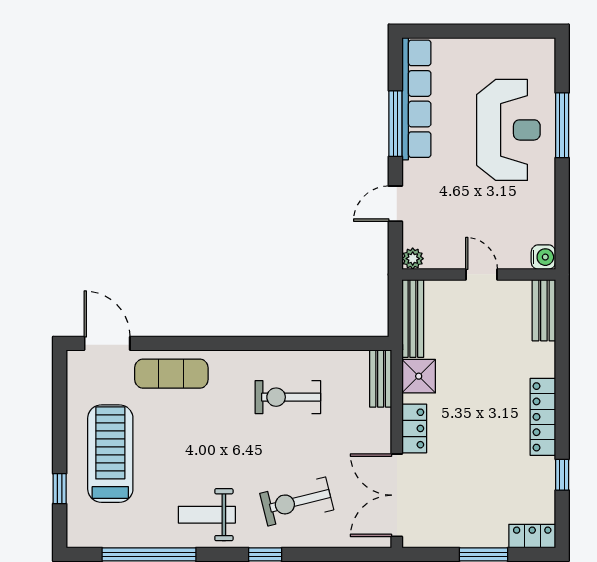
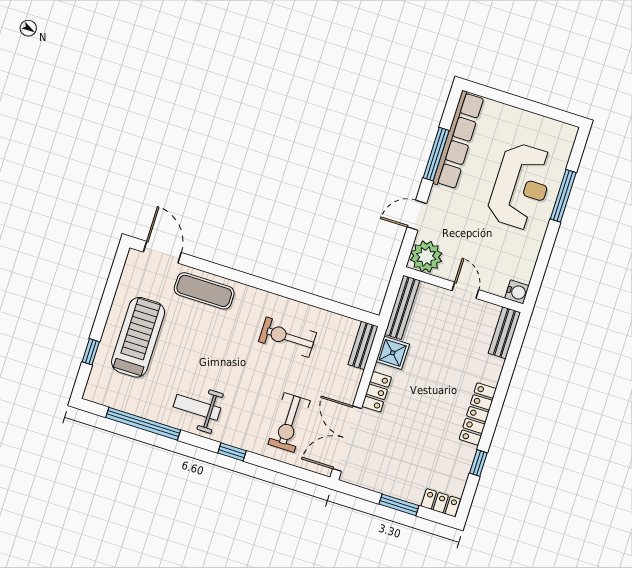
plant: (413, 259) -> (426, 257), width x1.88, depth x1.88
exercise bike: (297, 502) -> (289, 423), moved, turned -76

